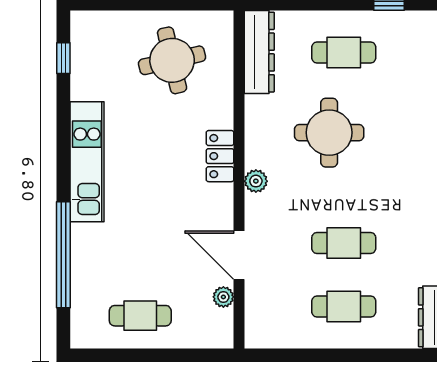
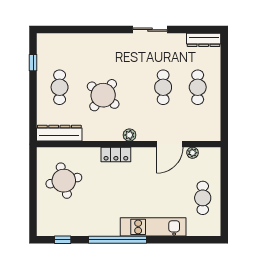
round table: (329, 133) -> (103, 95), turned 38
kitchen unit: (87, 162) -> (153, 227), moved
window: (63, 255) -> (118, 240), moved

